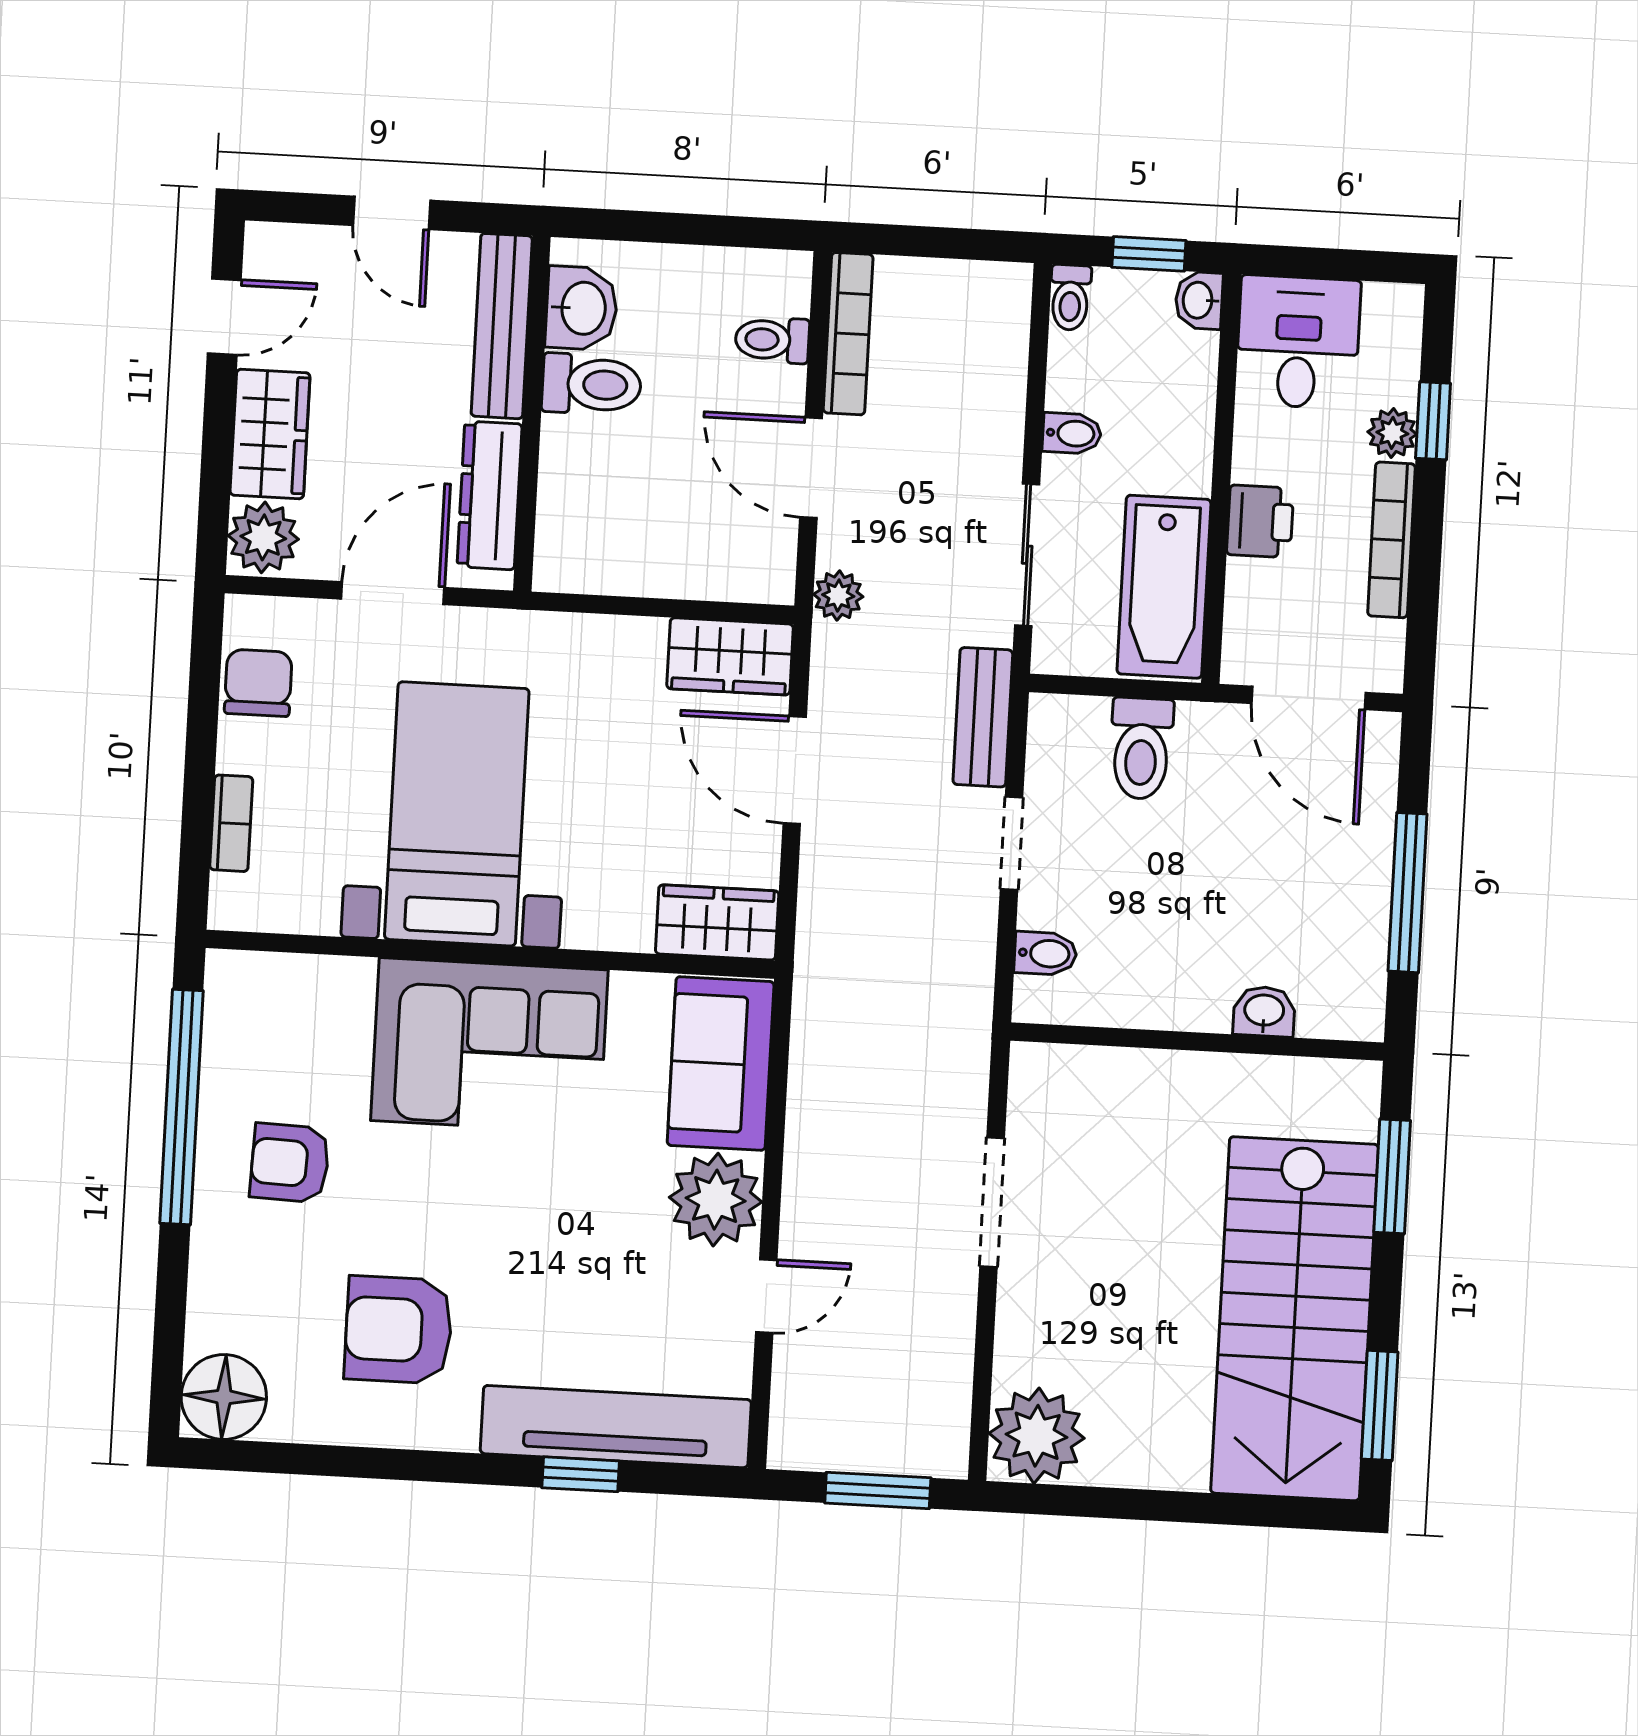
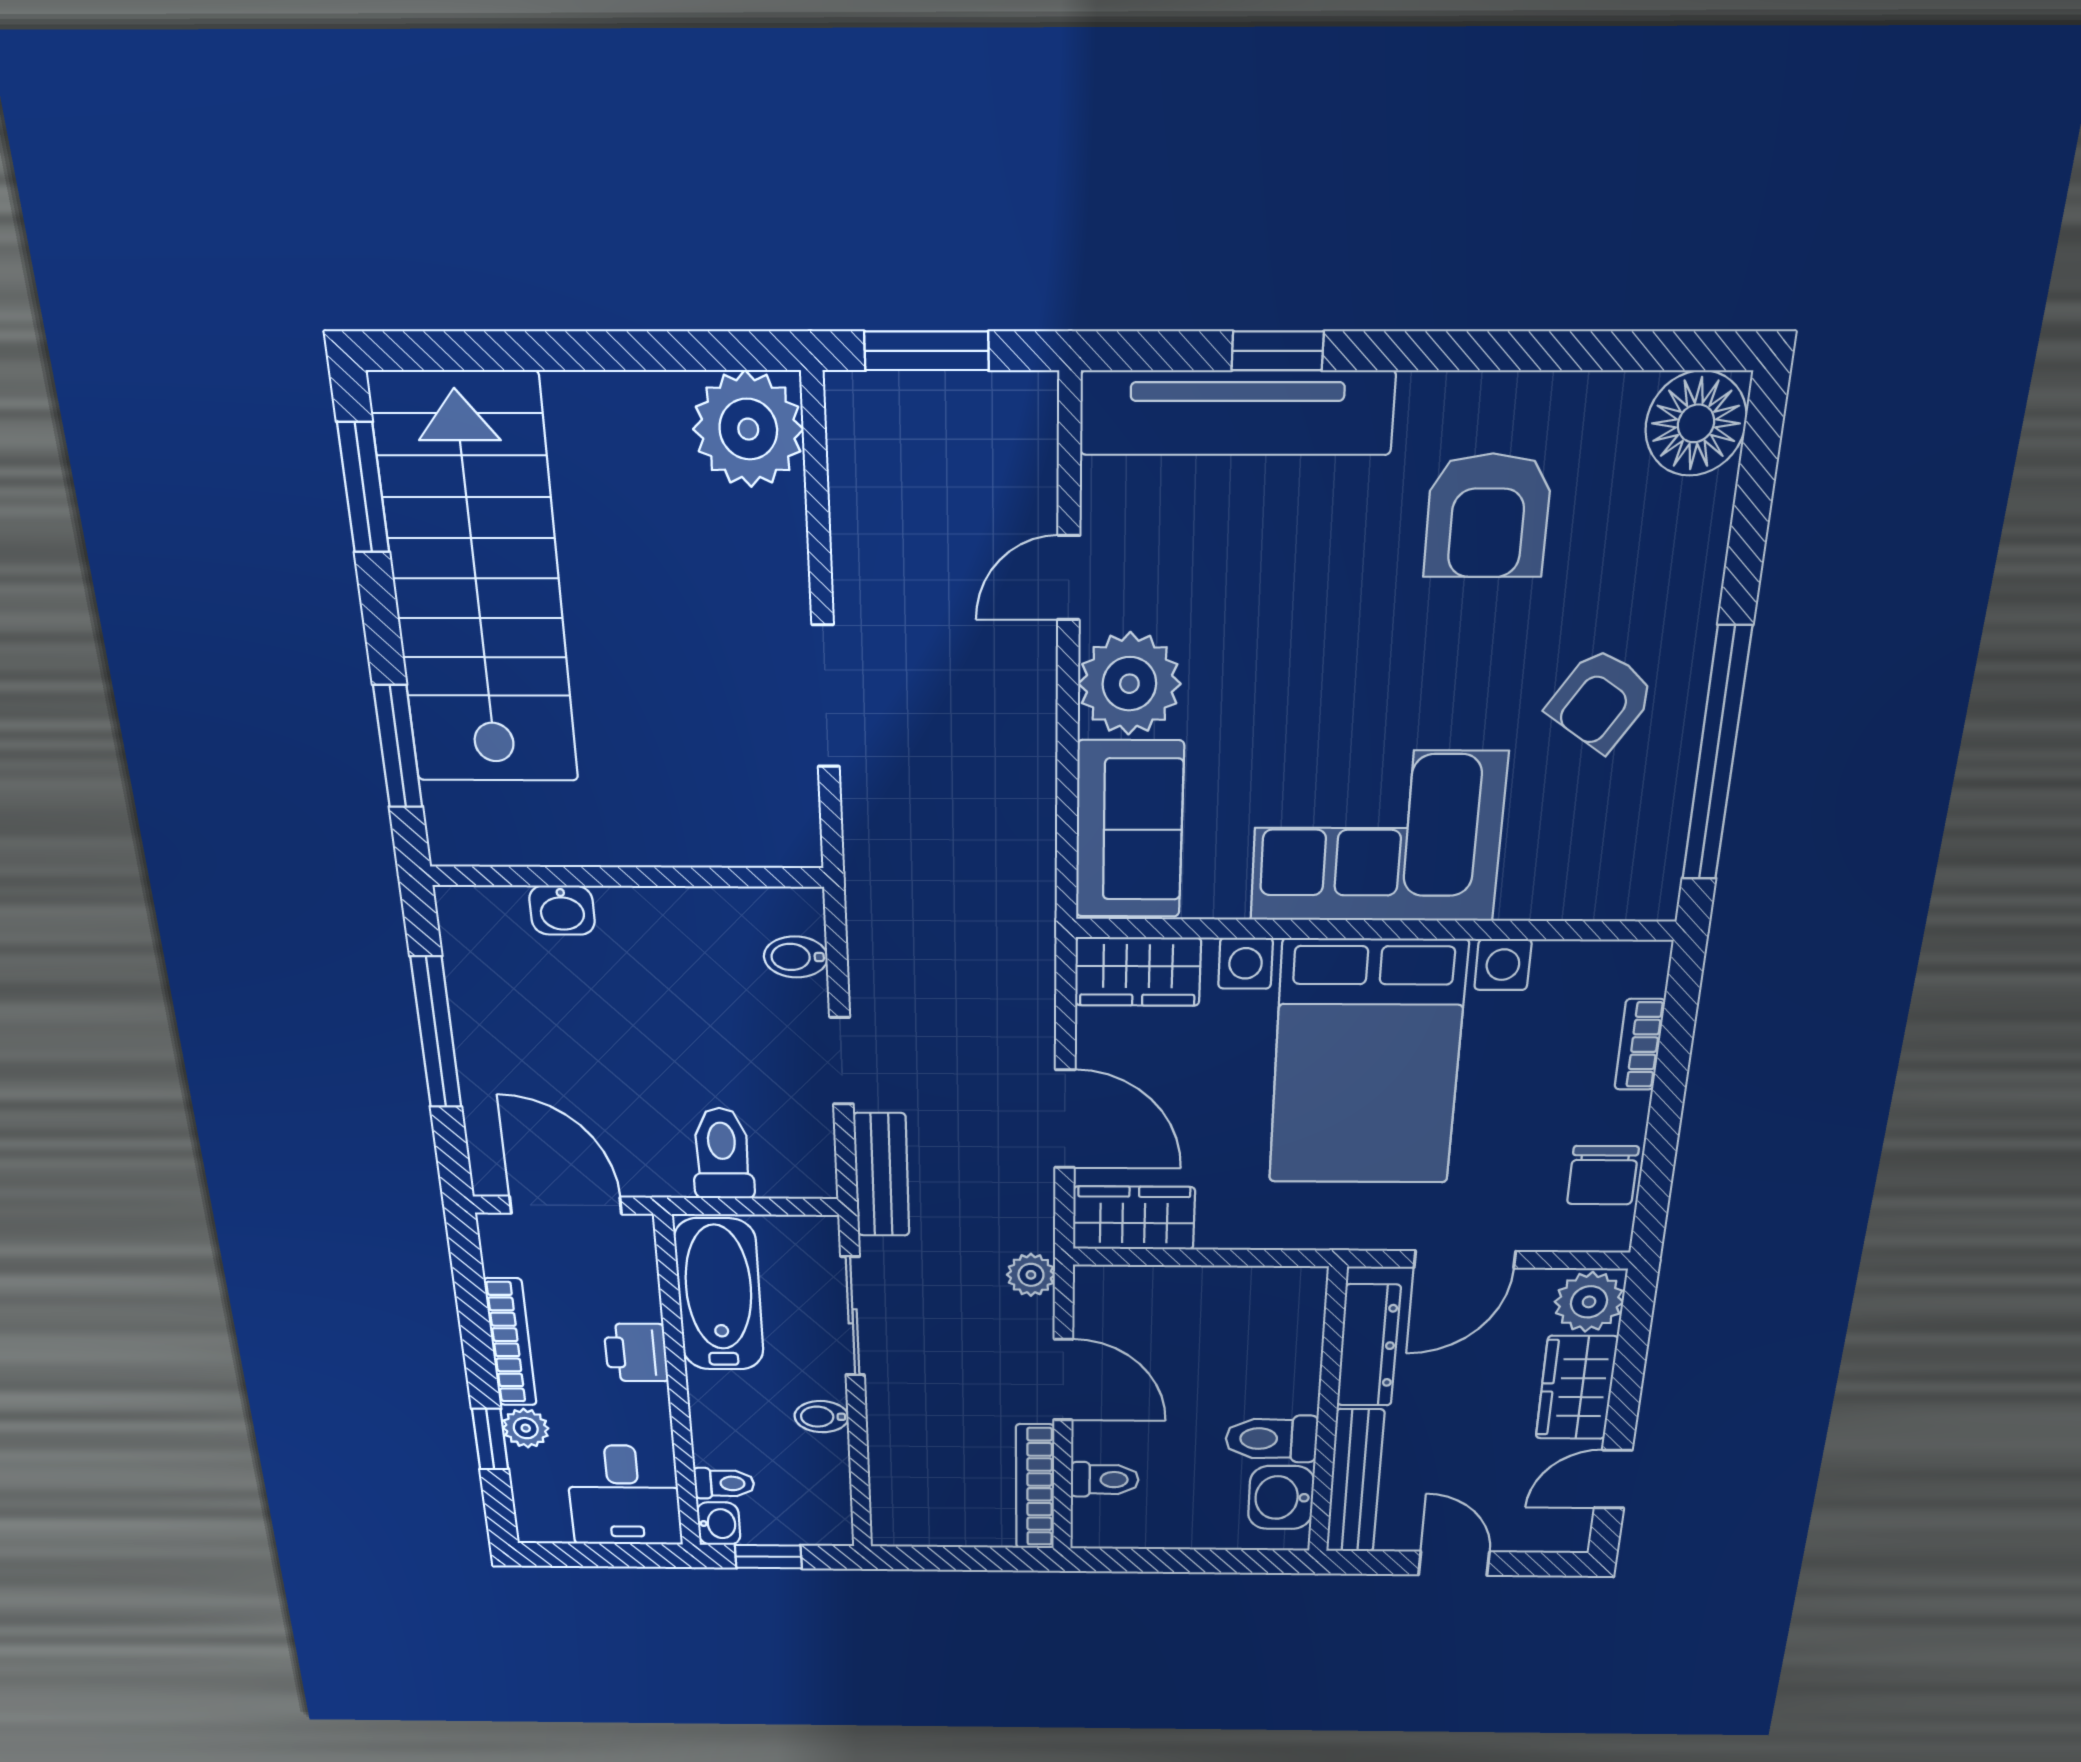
toilet: (1070, 297) -> (724, 1483), moved, turned 90
bed with nightstands: (457, 814) -> (1367, 1063), width x1.36
armchair: (290, 1163) -> (1601, 700), turned 122
armchair: (398, 1330) -> (1488, 516), turned 90

